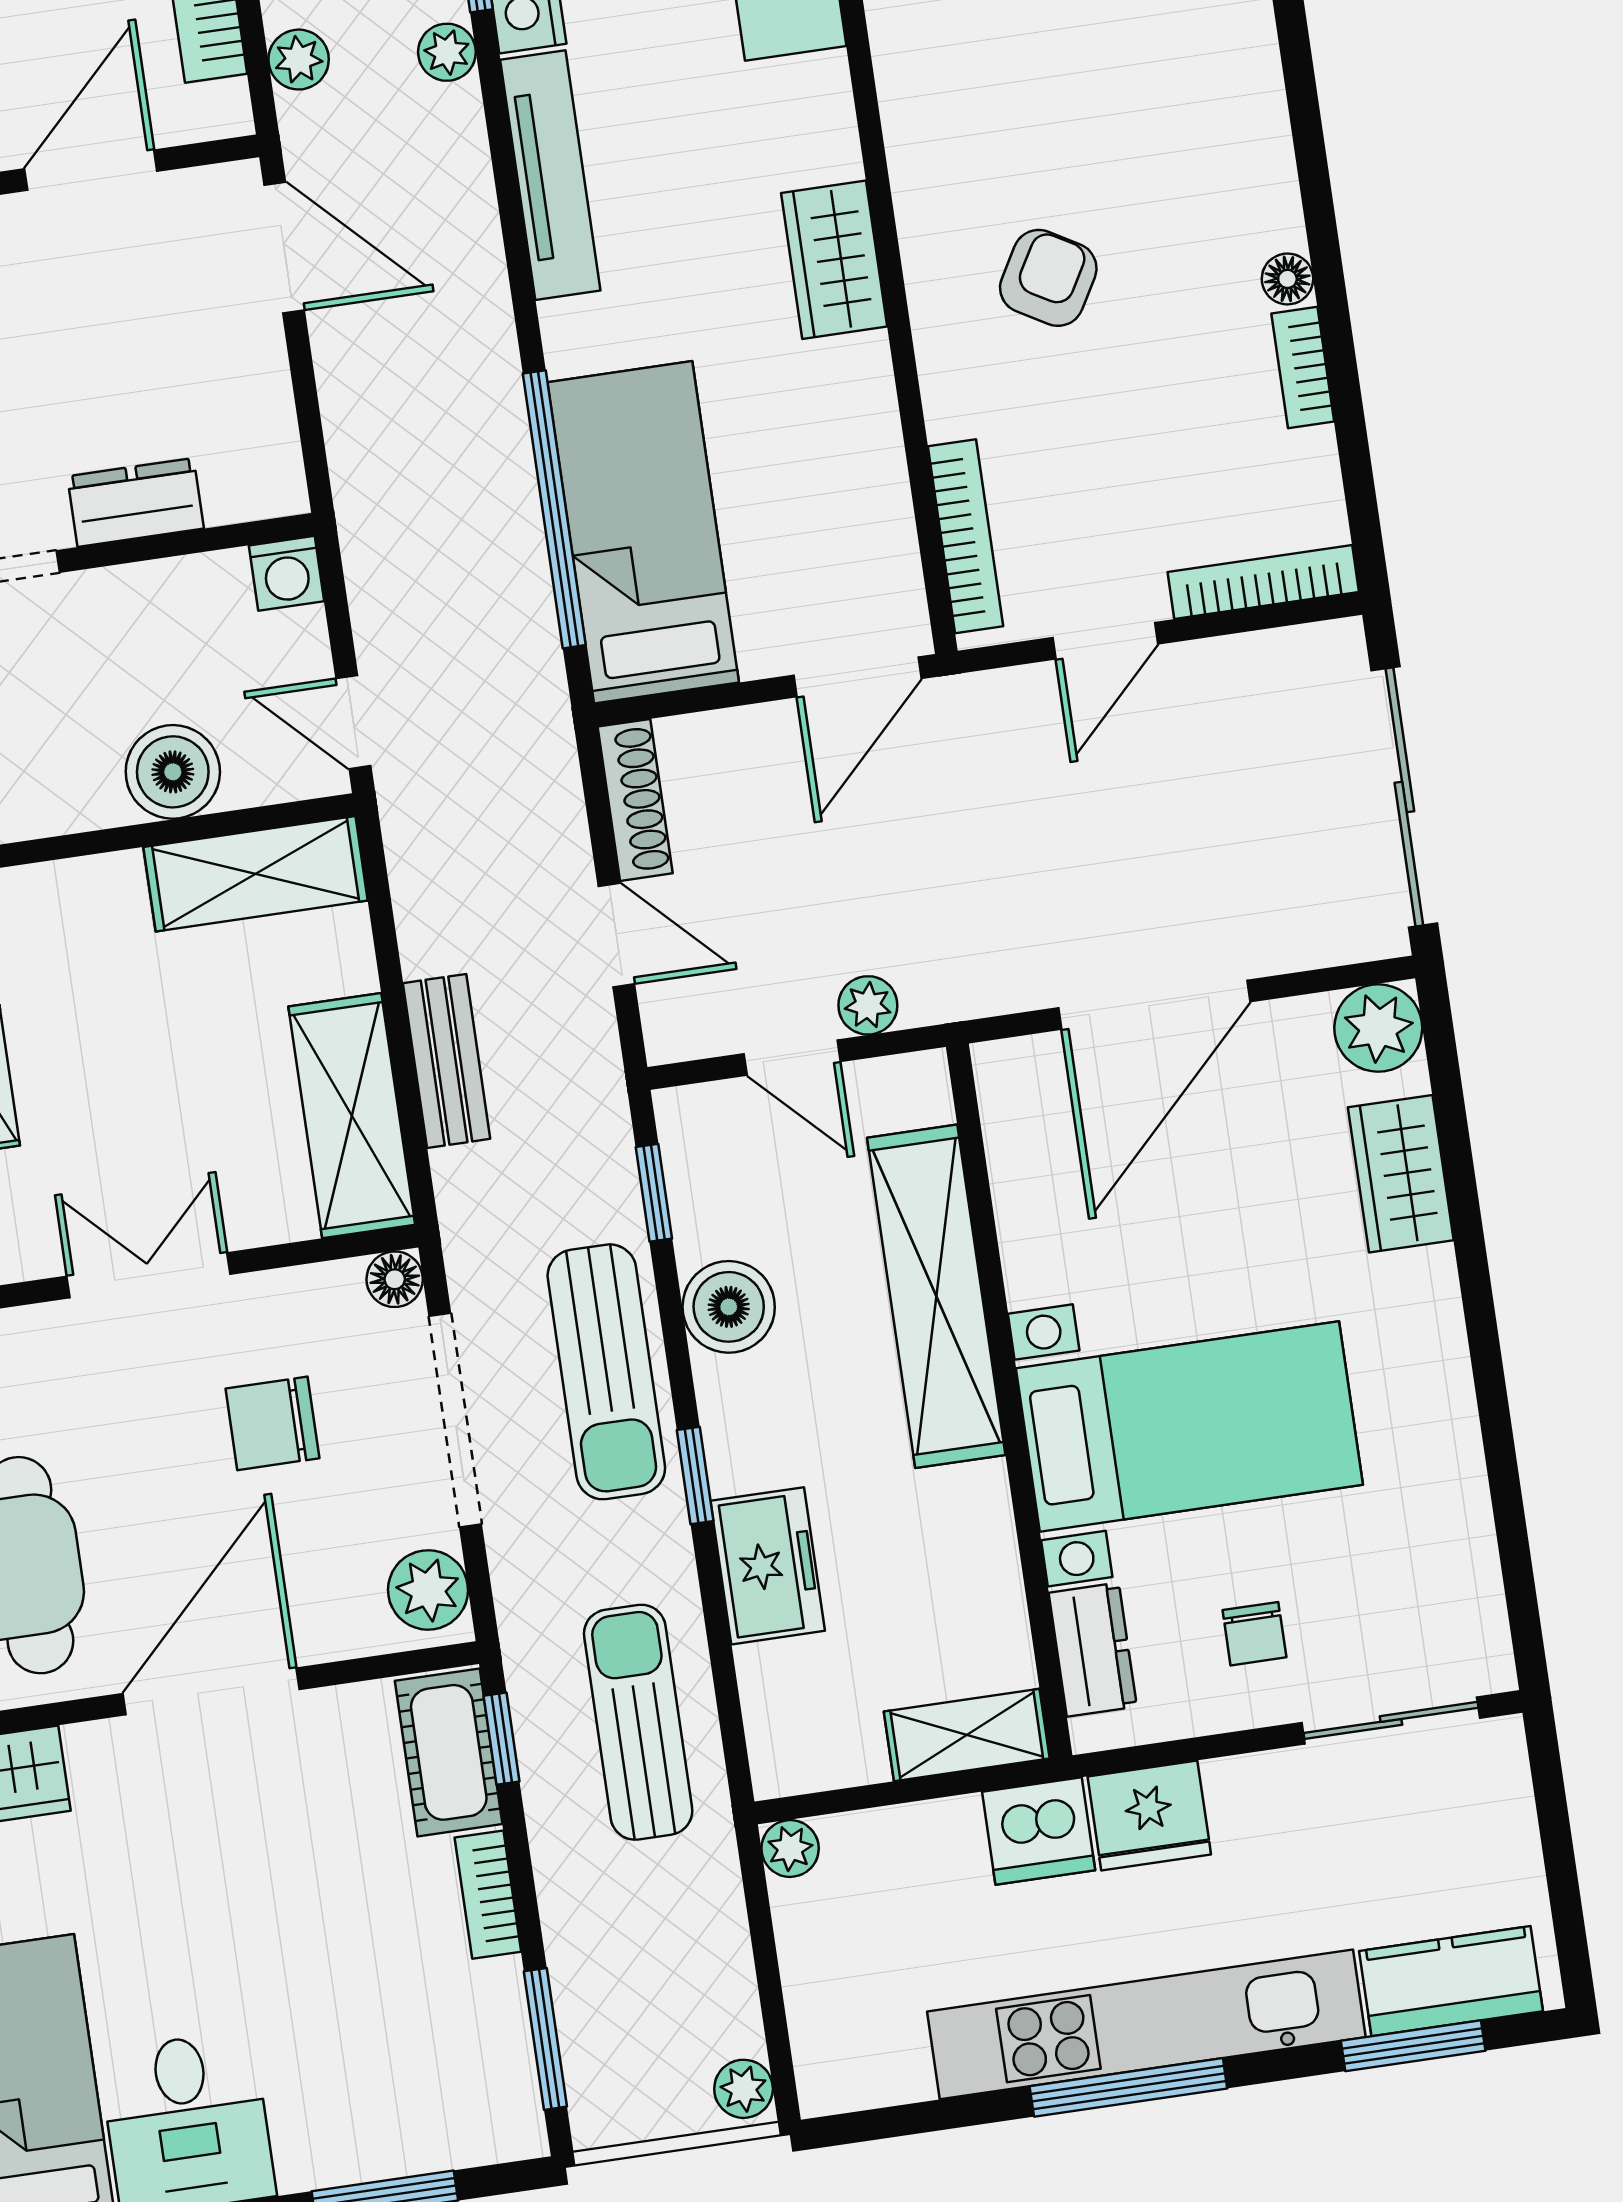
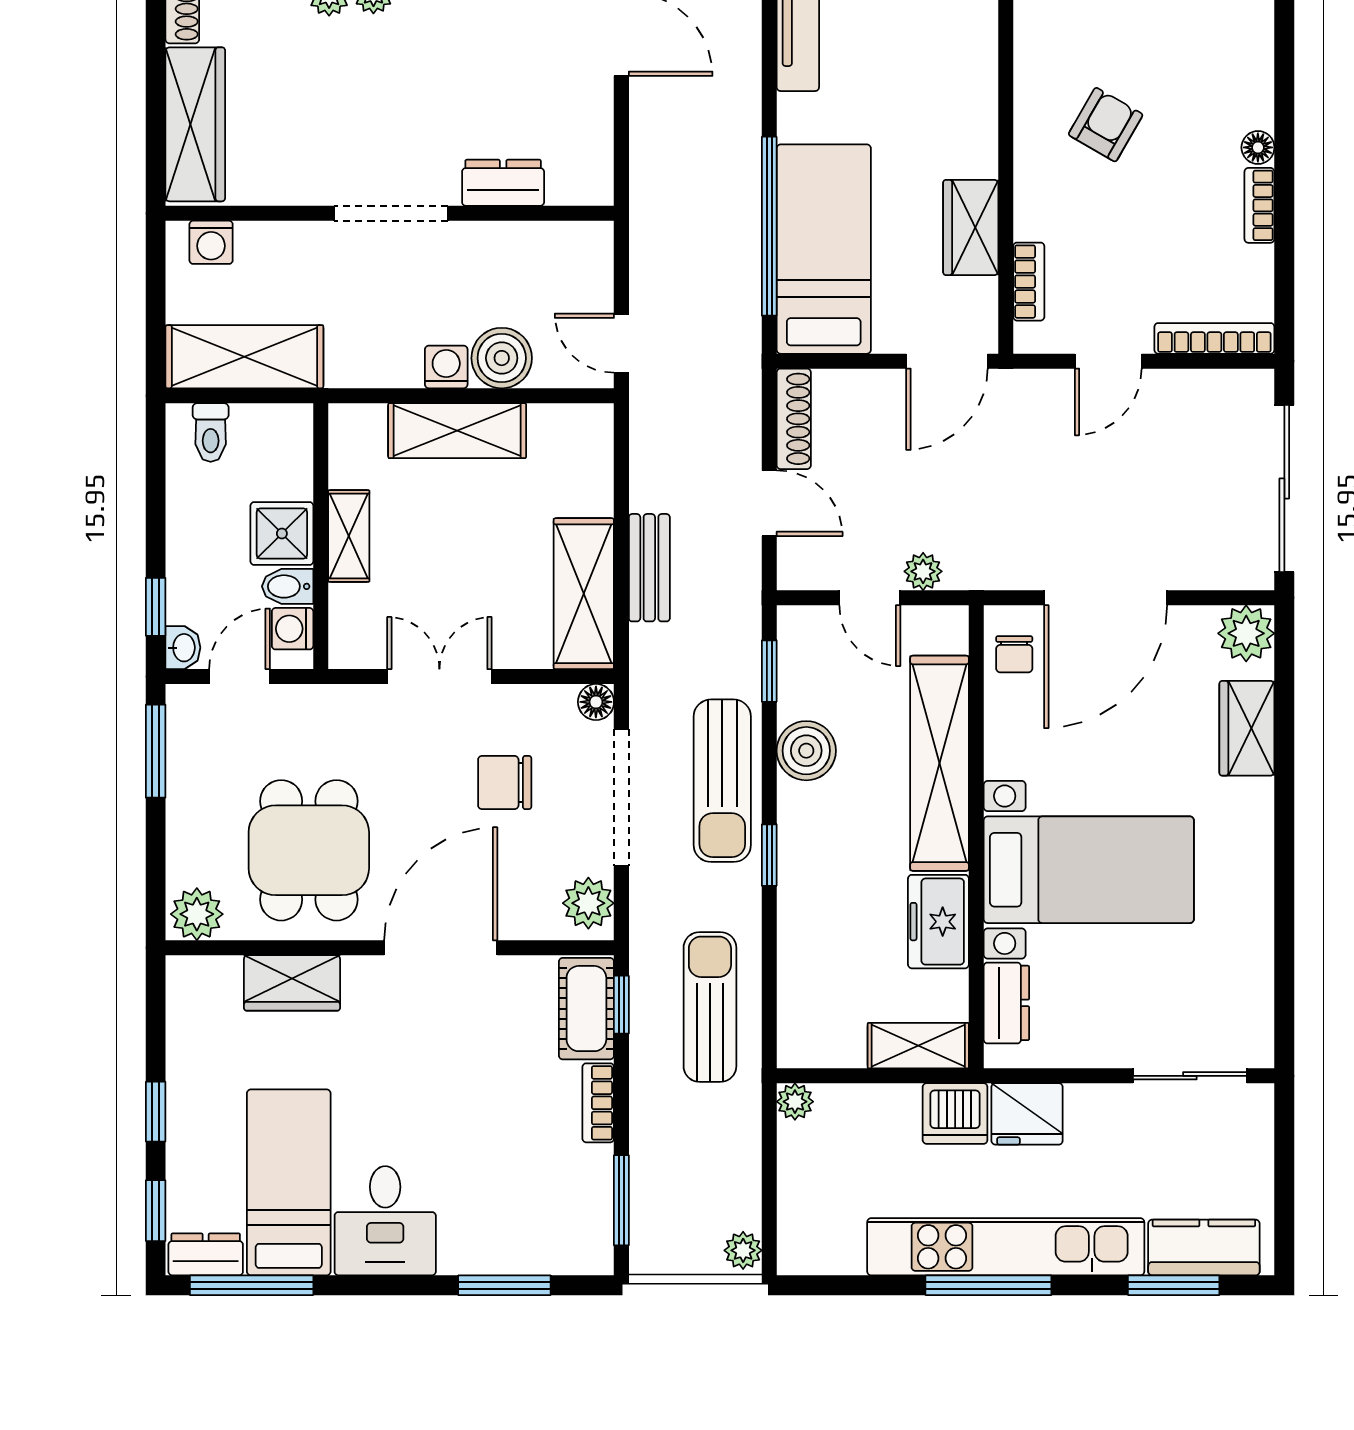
wardrobe: (834, 260) -> (971, 227), moved
bookcase: (965, 536) -> (1029, 282), width x0.64
washing machine: (287, 573) -> (446, 367), moved, turned 180
shelving: (256, 874) -> (457, 431), moved
freezer: (768, 1566) -> (938, 922), moved, turned 180
chair: (1254, 1634) -> (1014, 654), moved

